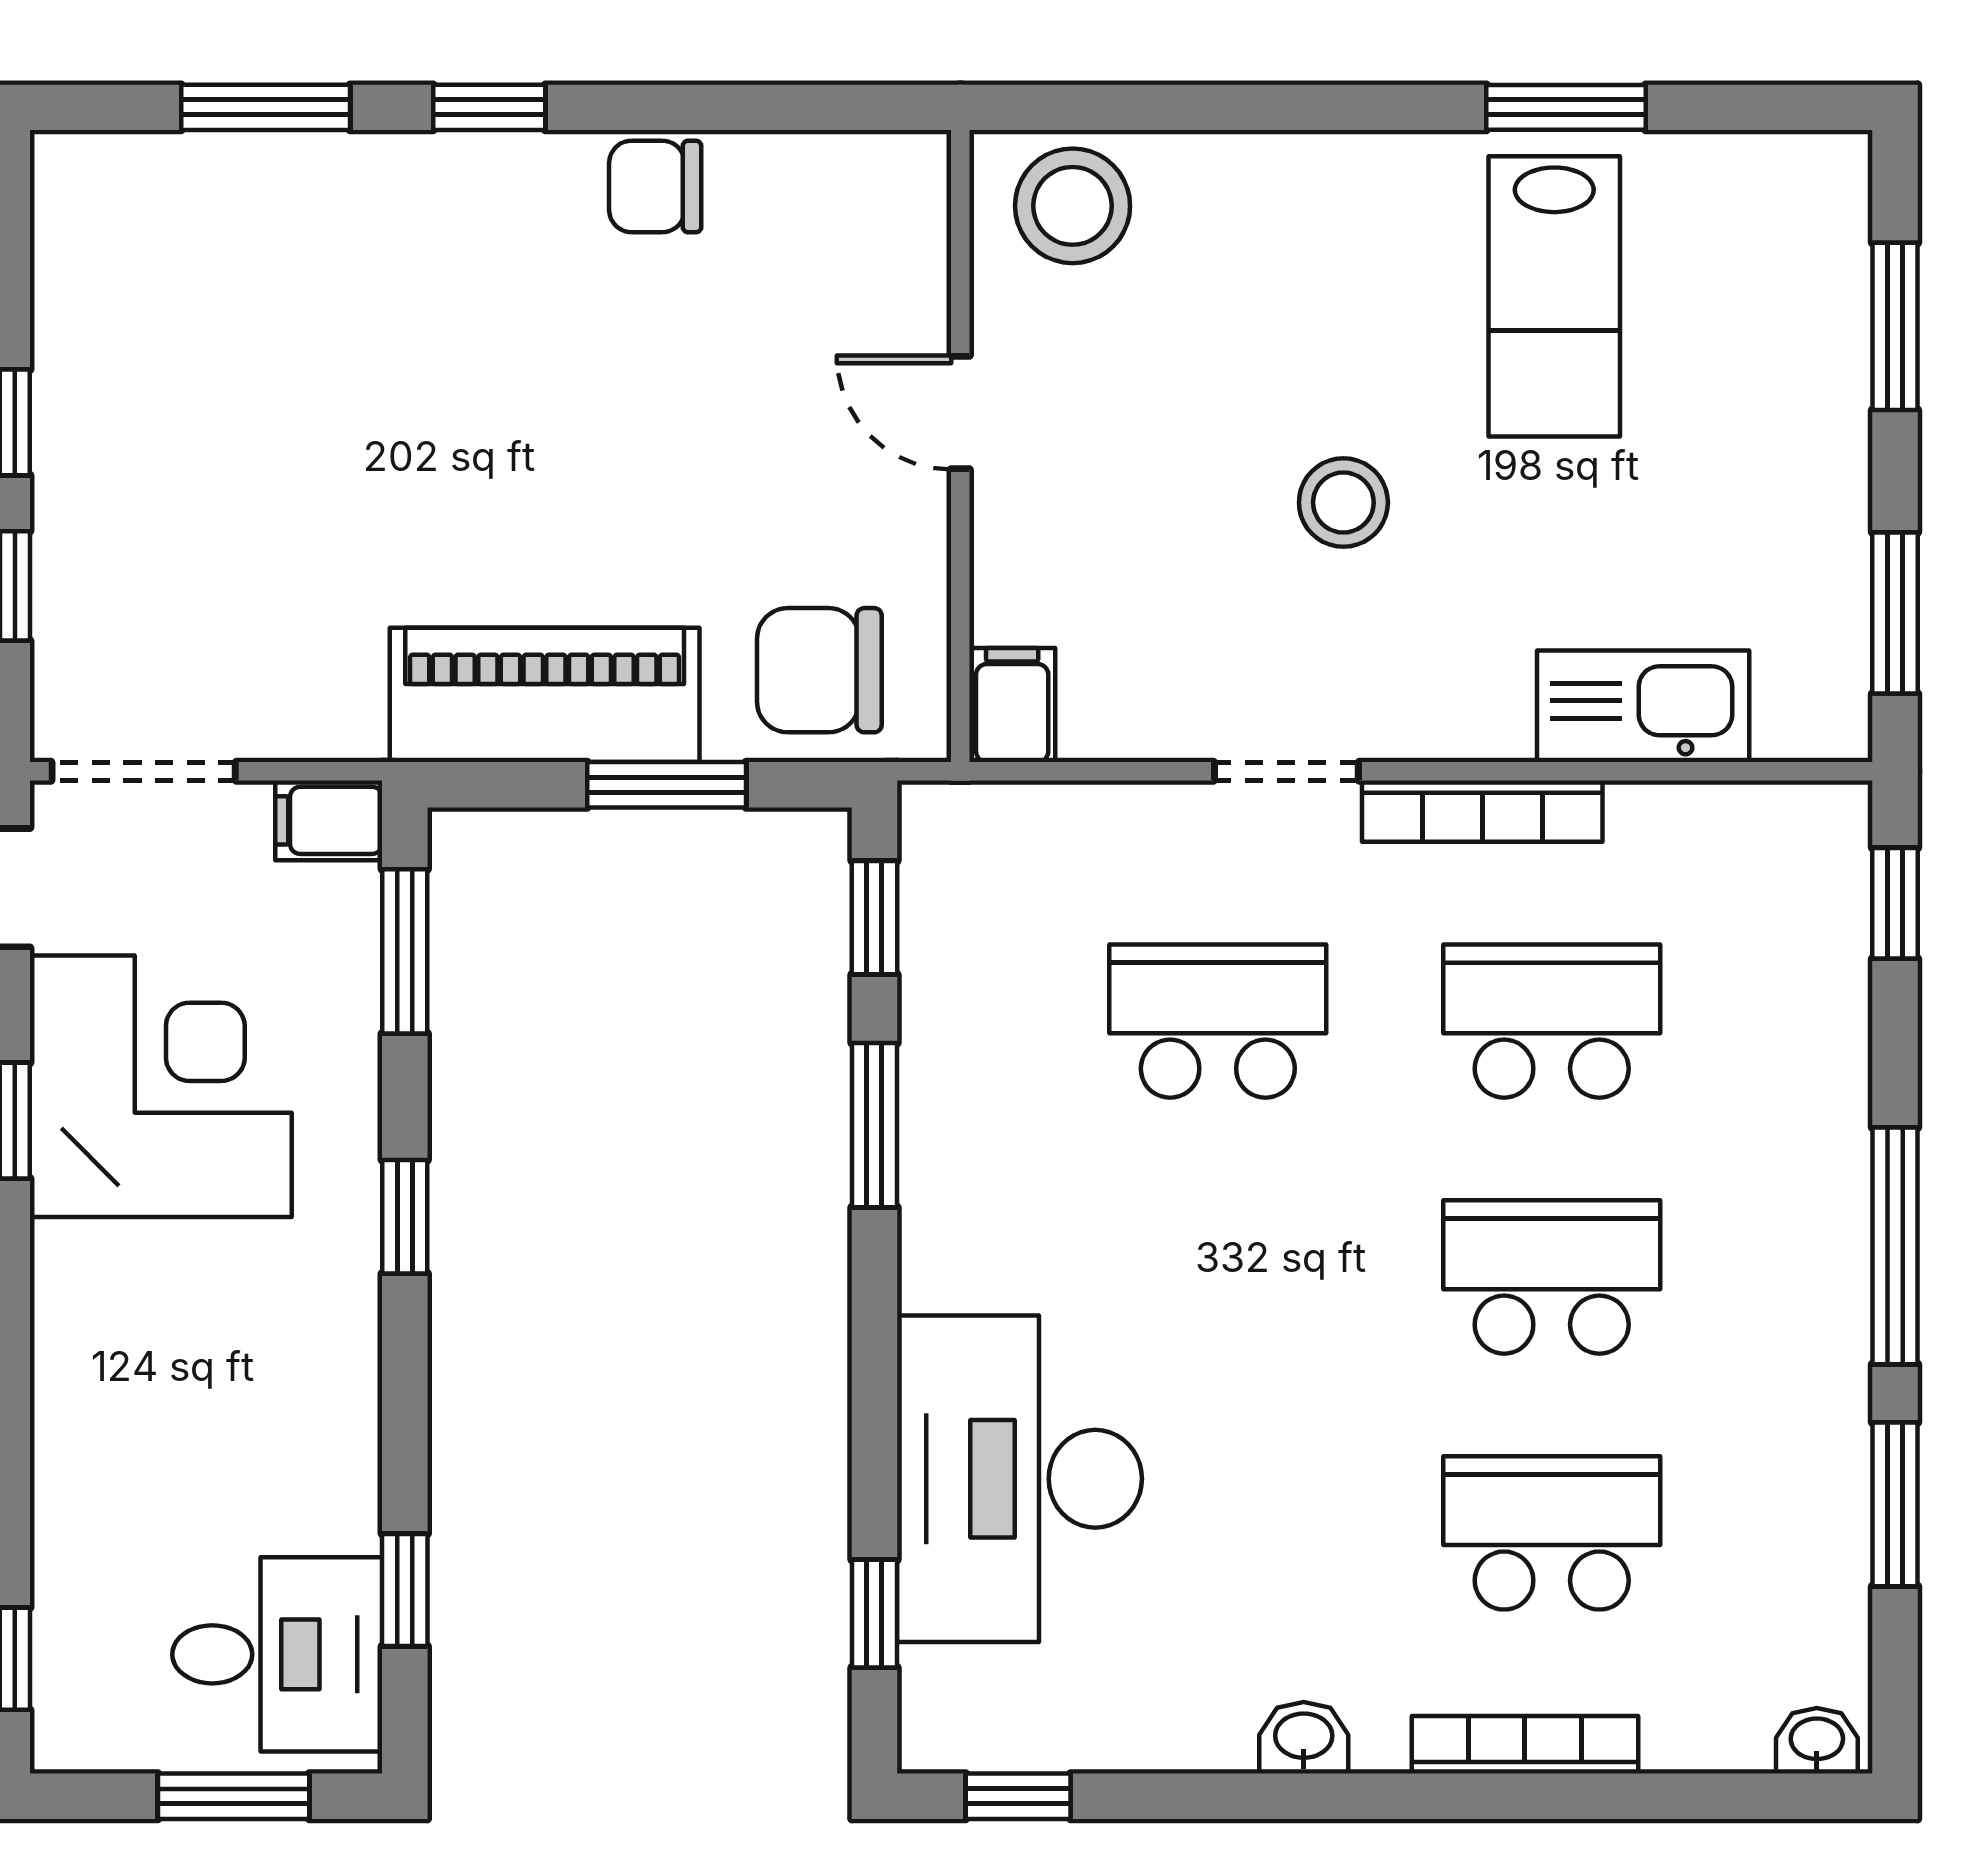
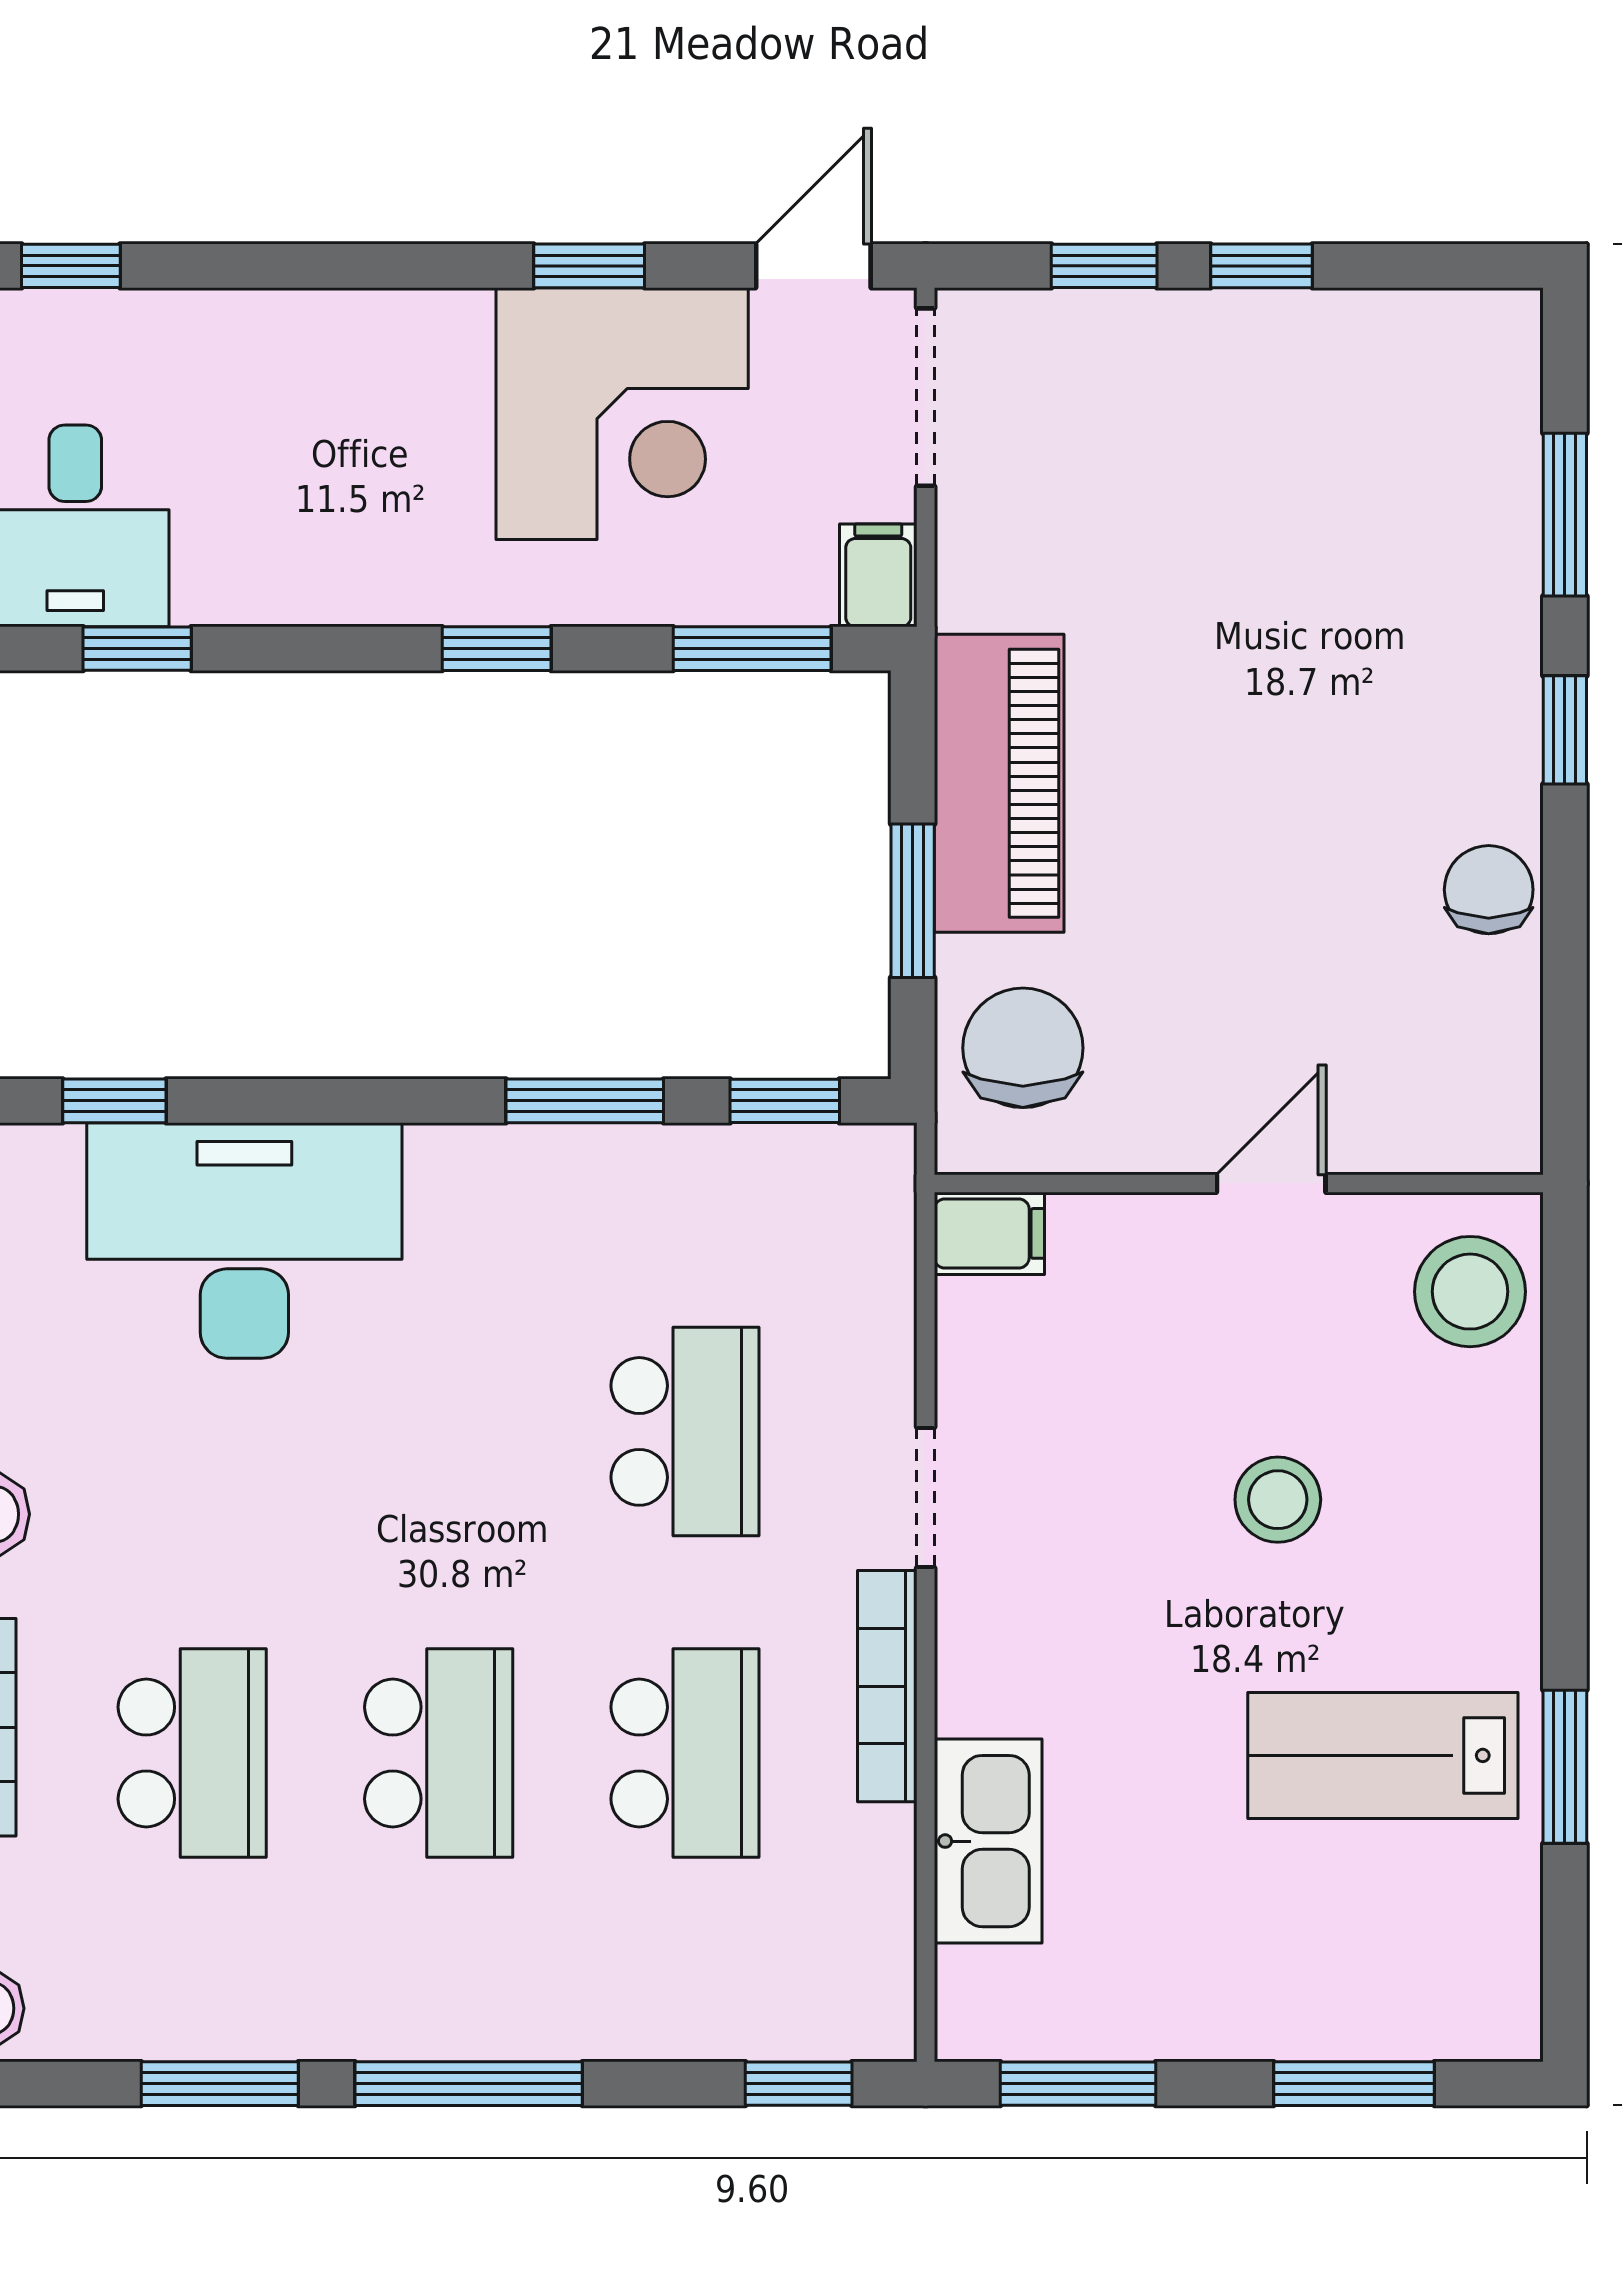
stool: (1343, 503) -> (1278, 1500), moved

